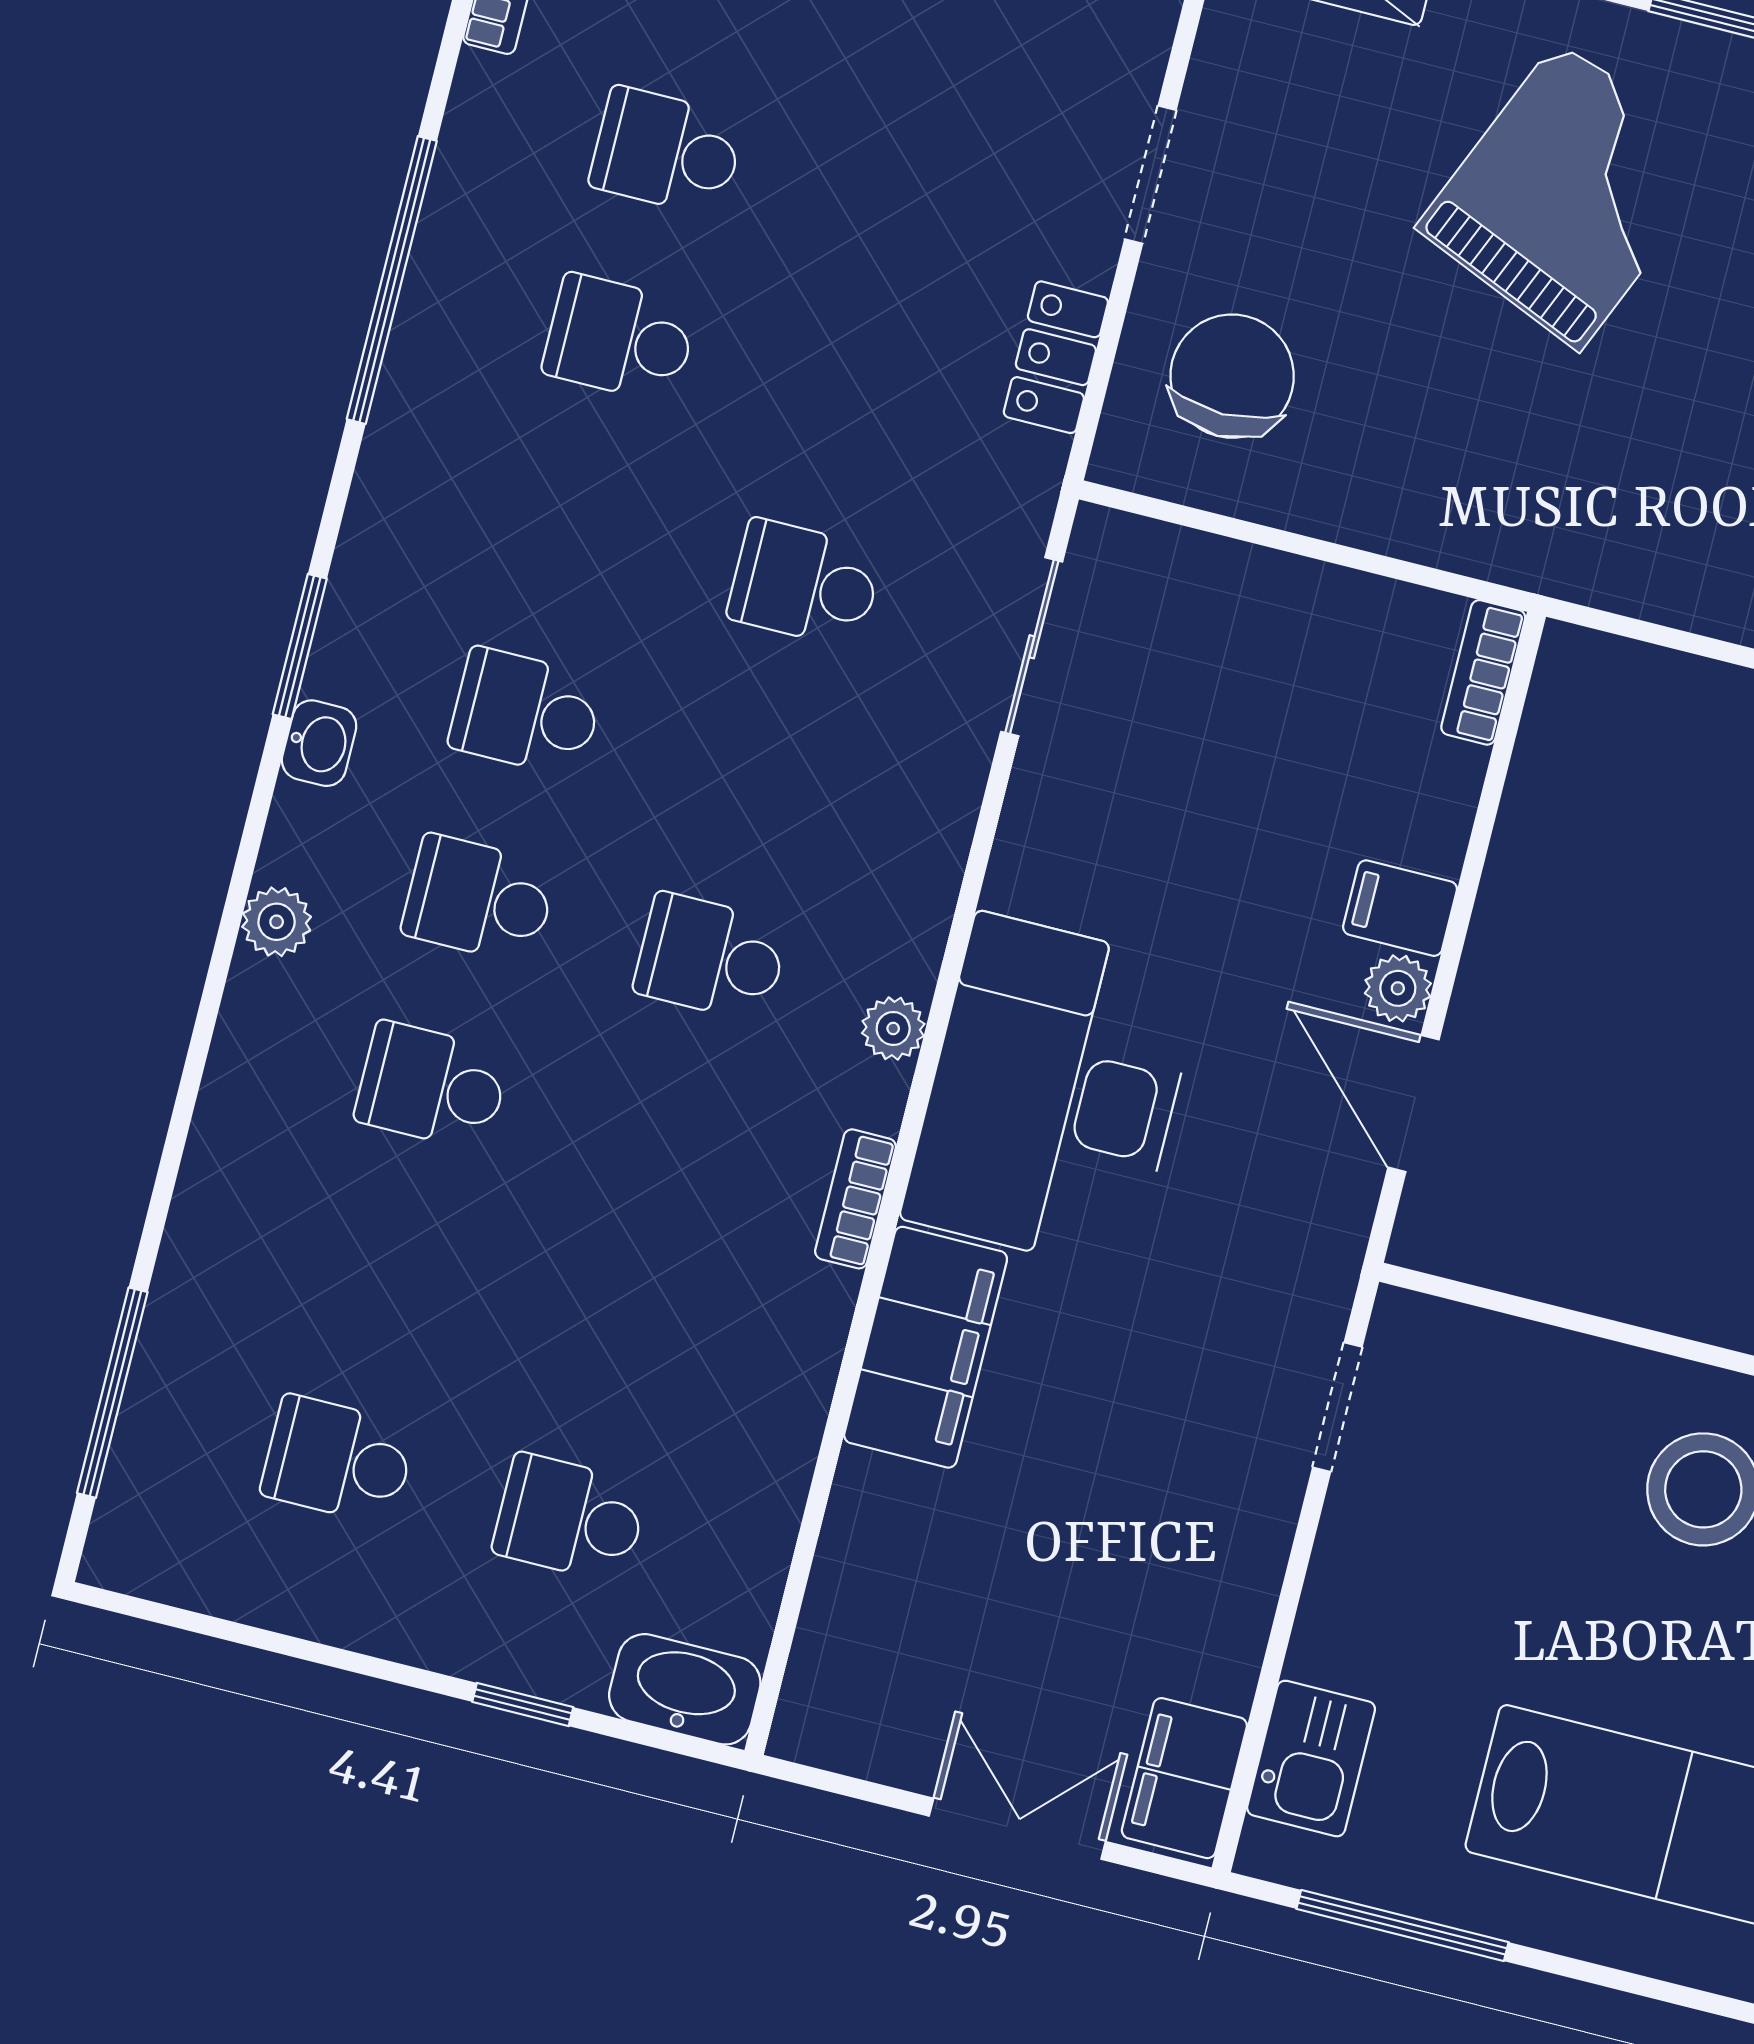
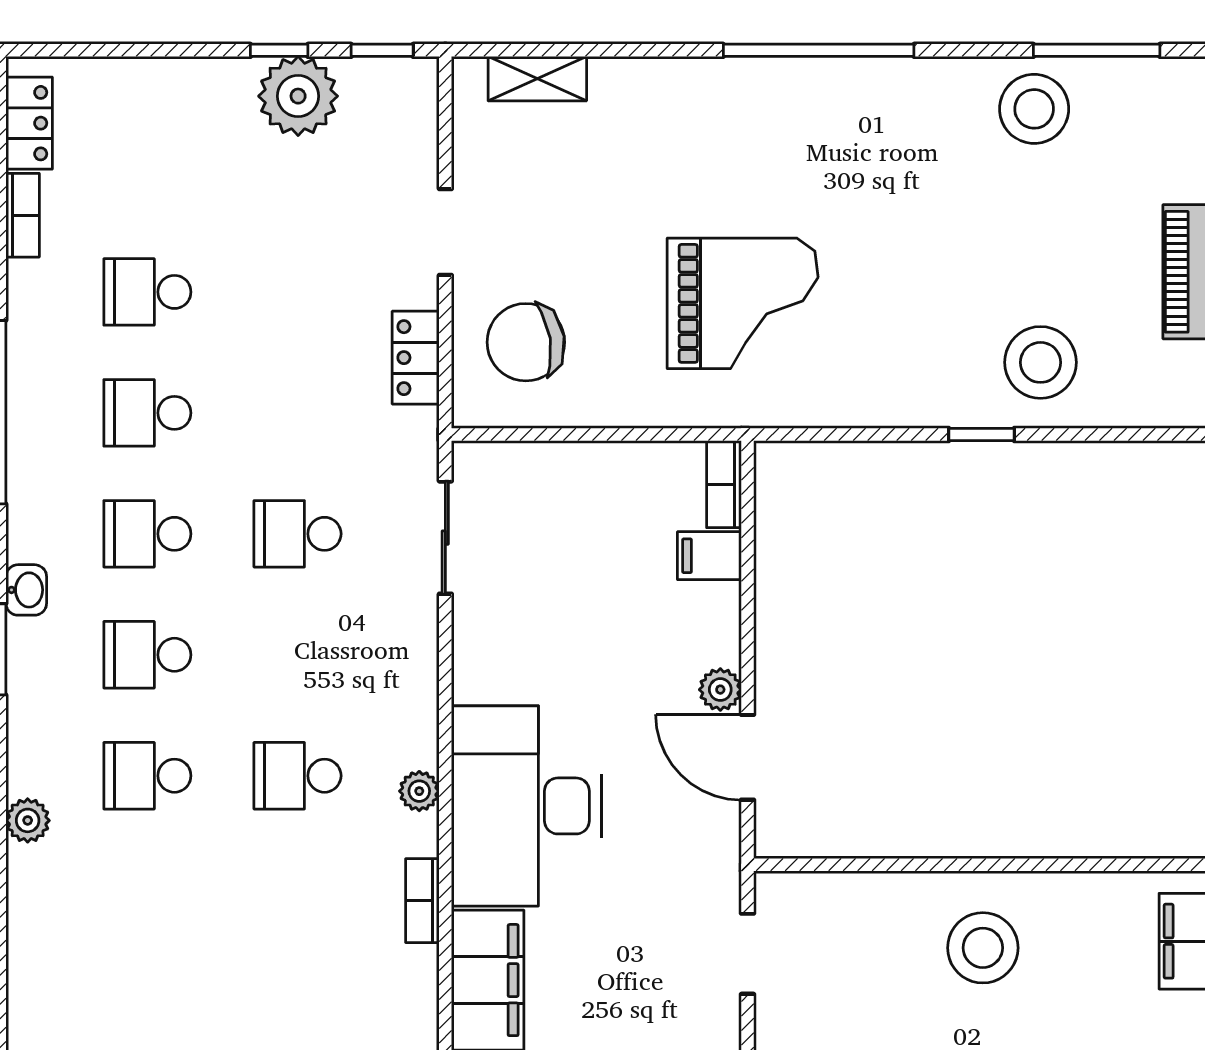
grand piano: (1569, 195) -> (743, 303), moved, turned 67
chair: (1232, 376) -> (526, 342), turned -99
washbasin: (319, 743) -> (26, 590), moved
filing cabinet: (1400, 908) -> (709, 556), moved
school desk: (432, 1086) -> (147, 534), moved

